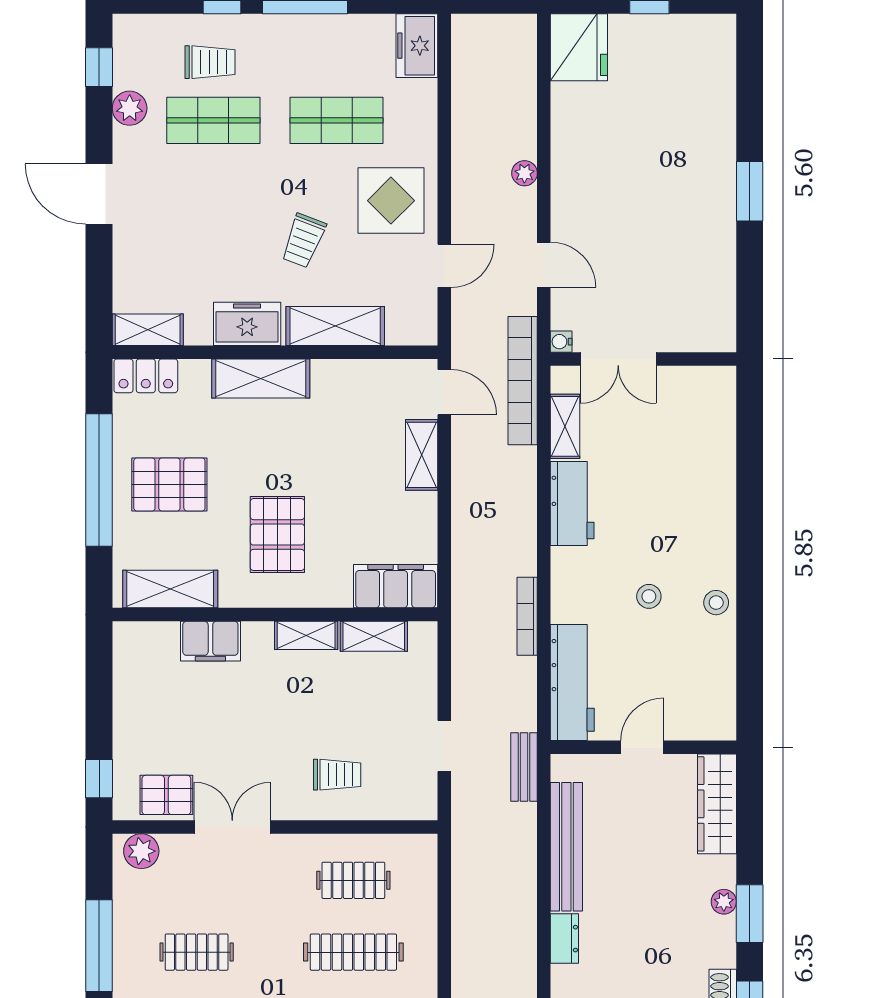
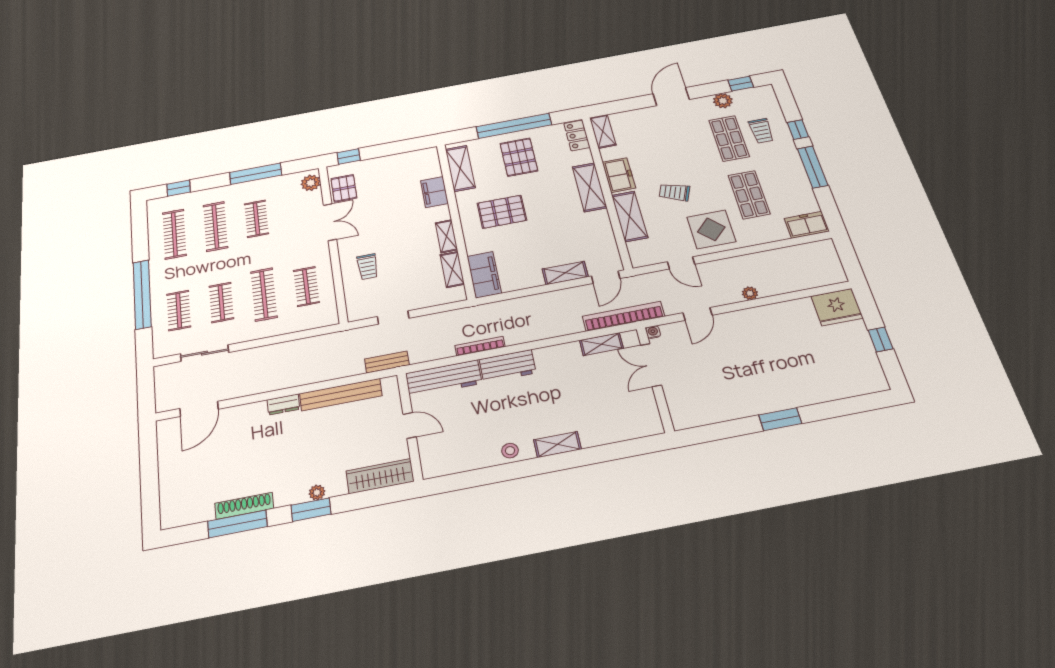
workbench: (572, 503) -> (508, 366), moved
shelving: (721, 530) -> (558, 445), added
stool: (649, 596) -> (506, 411), removed

